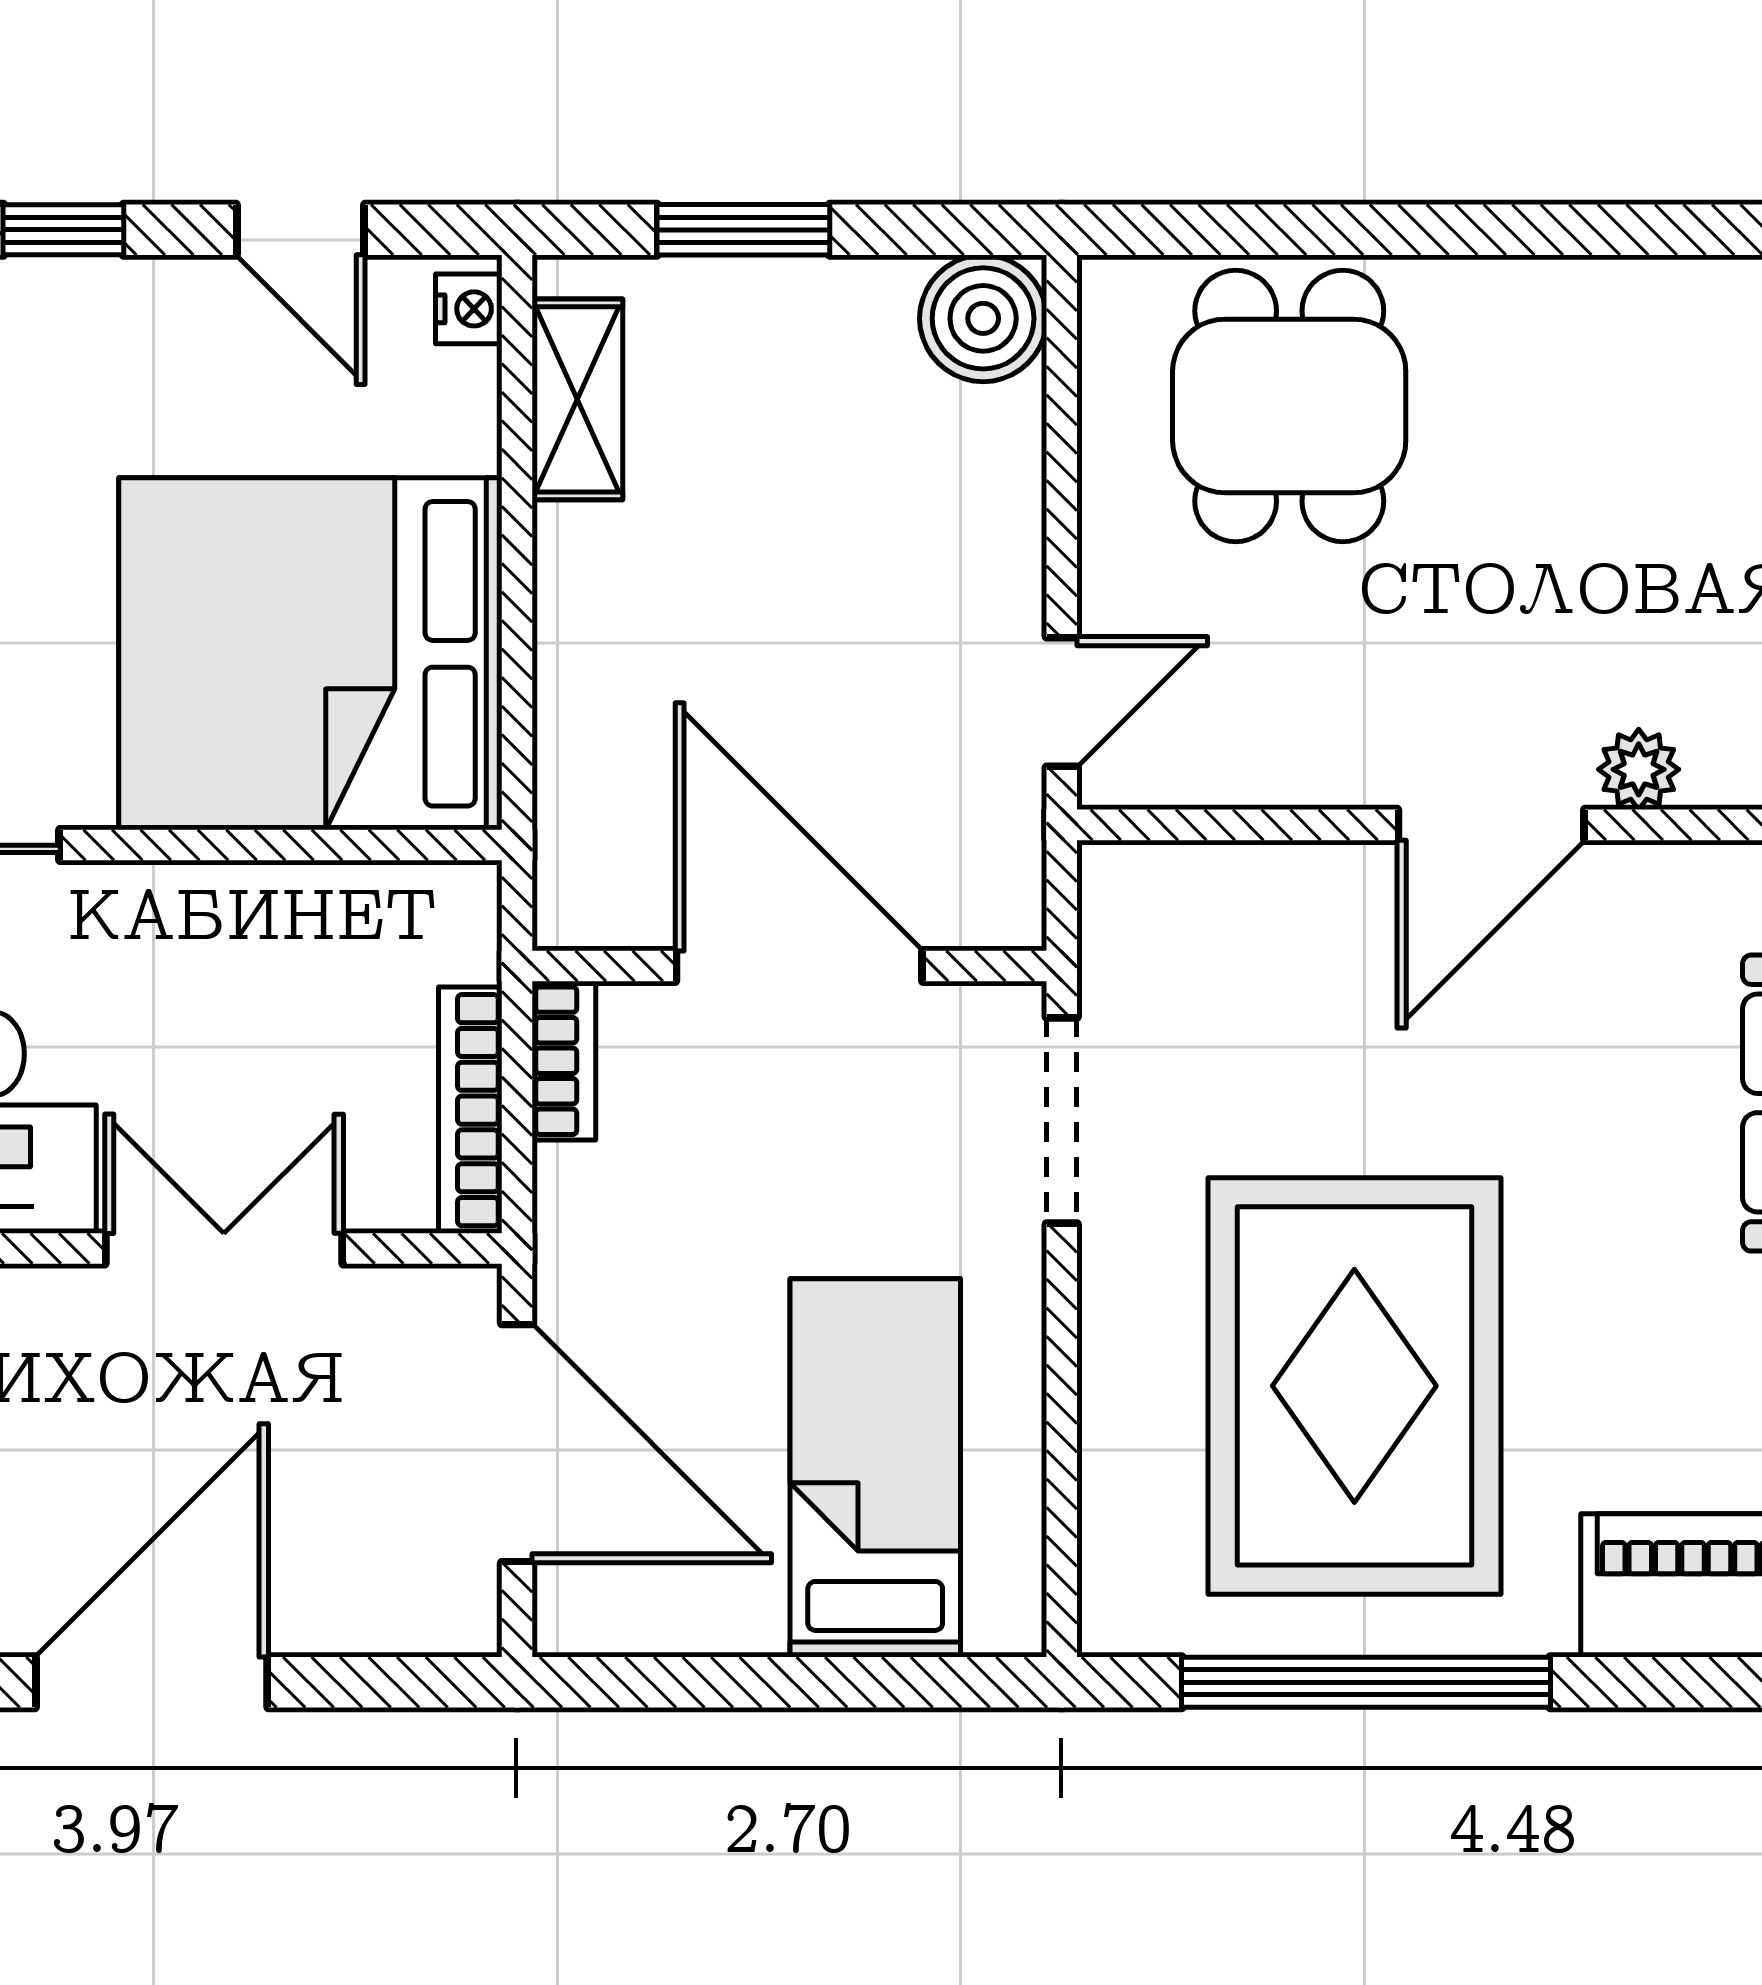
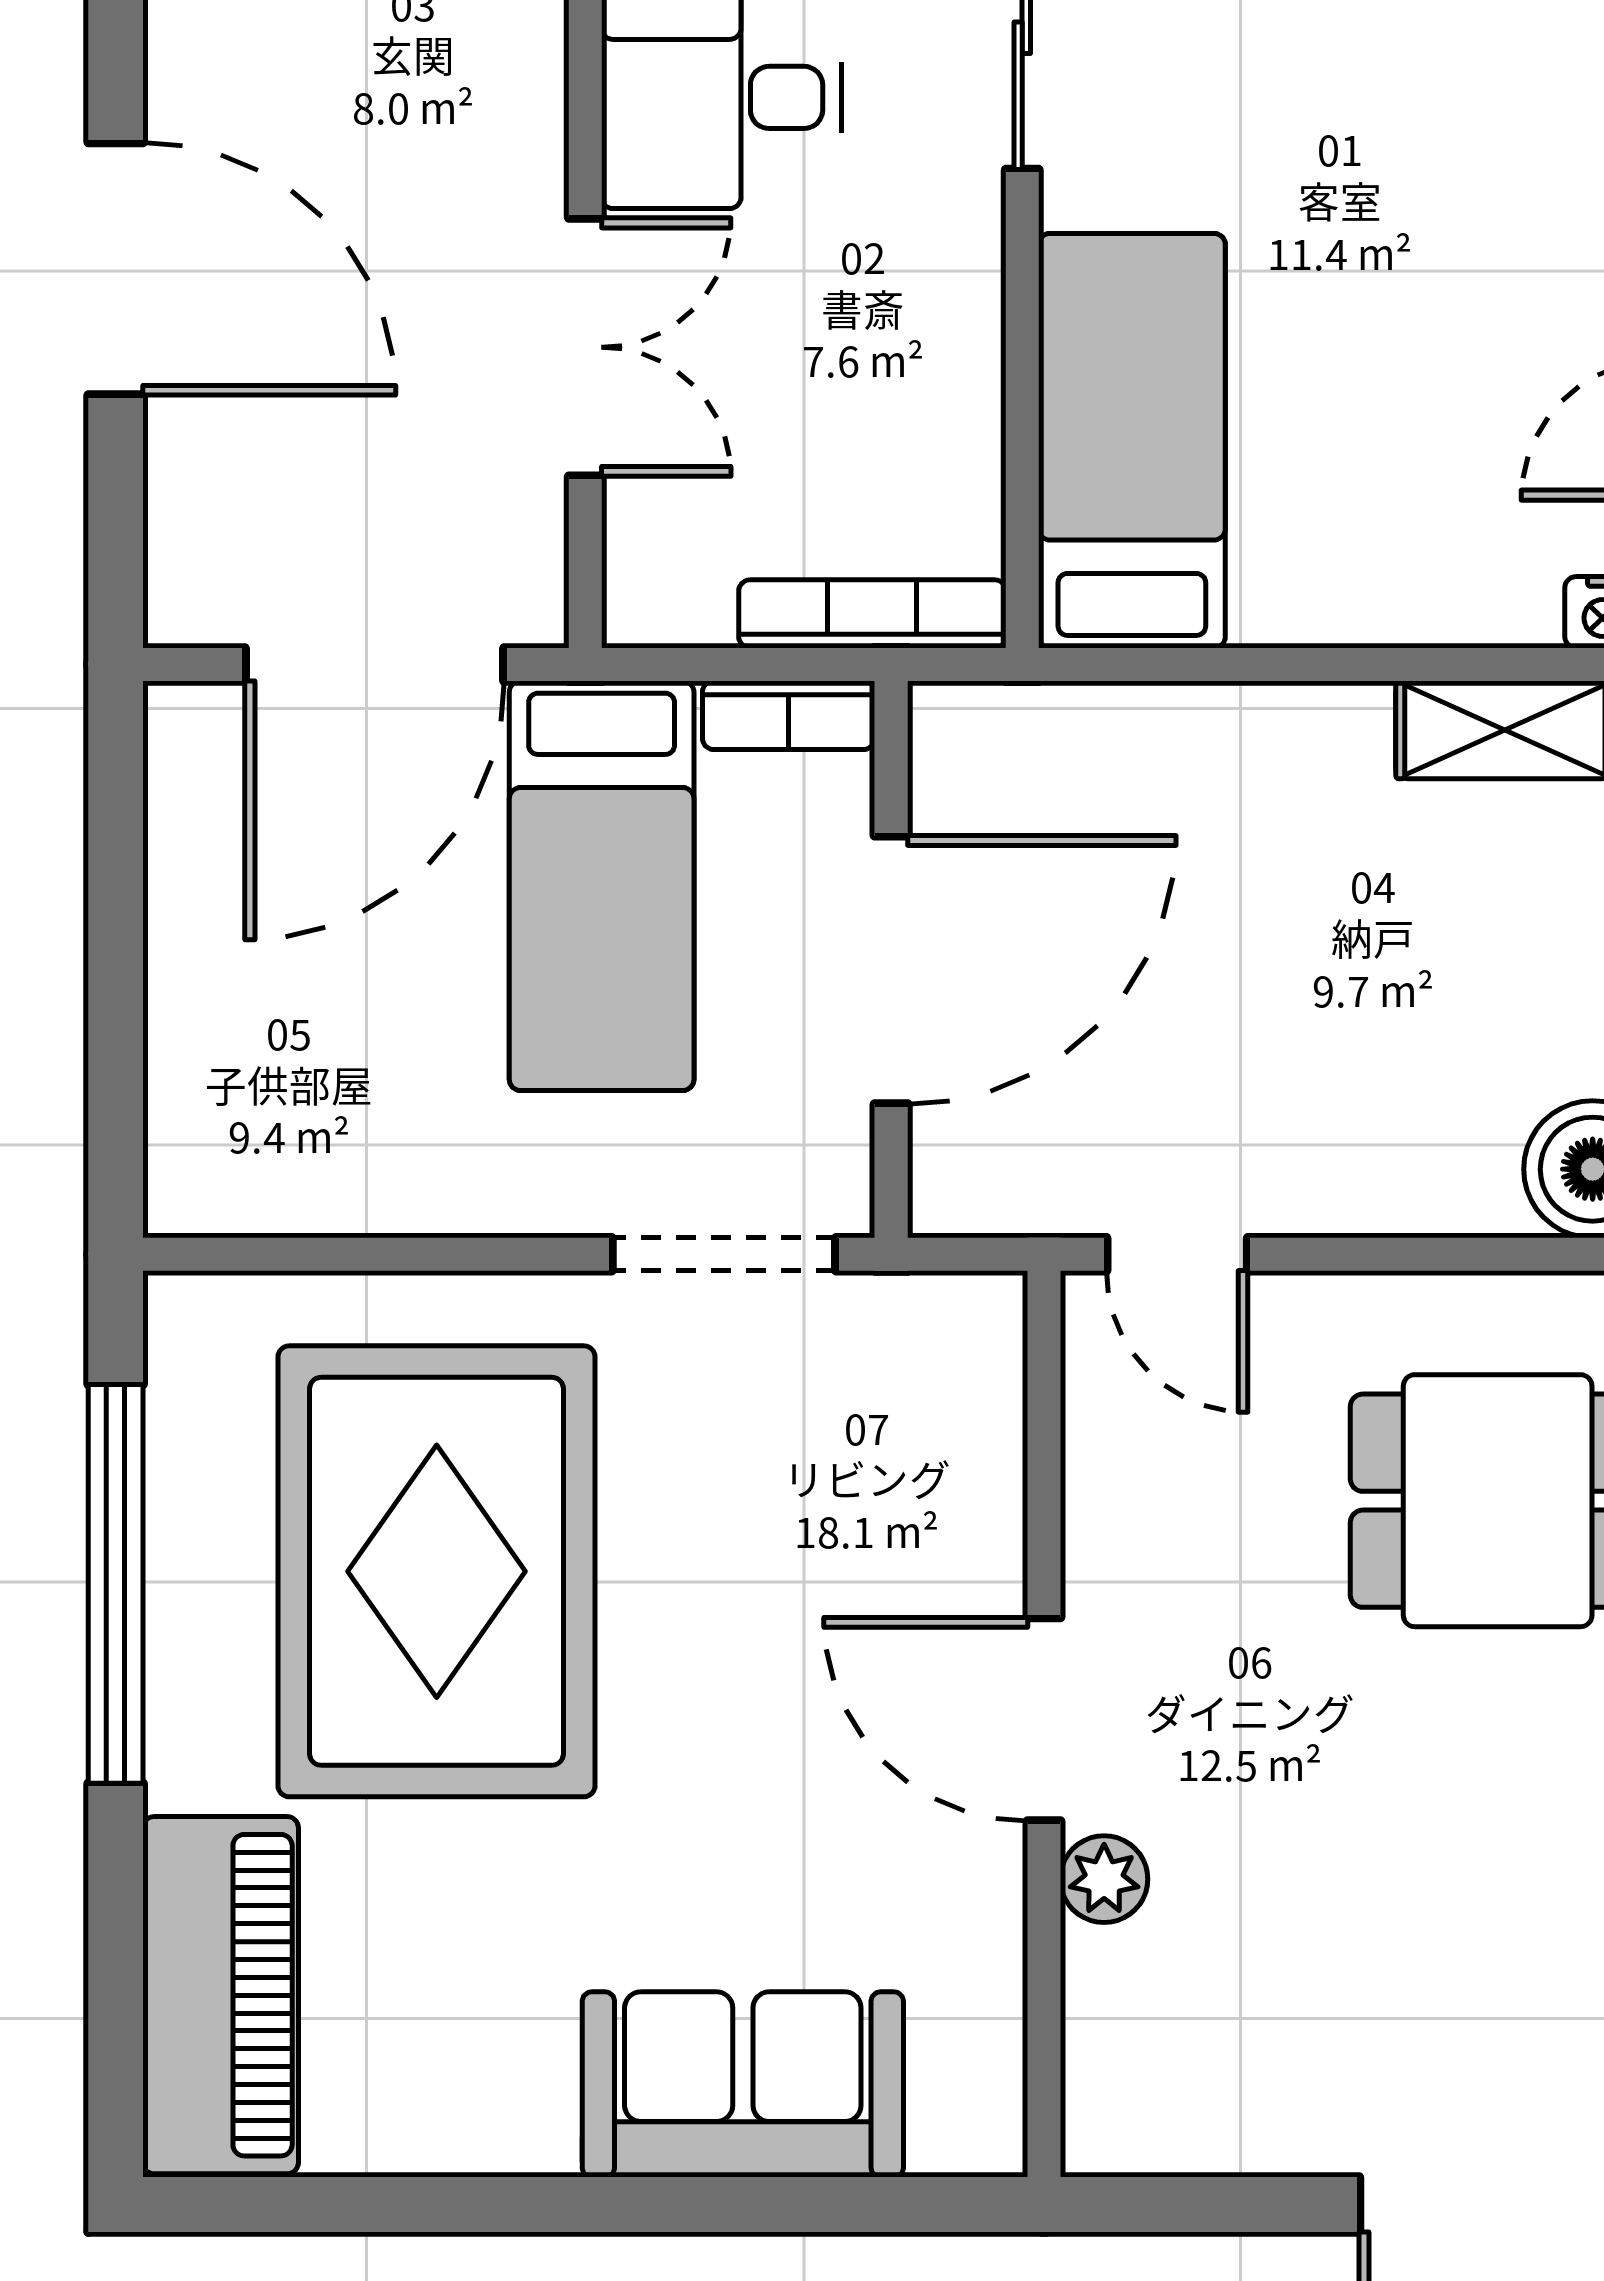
bed: (310, 654) -> (1132, 441), width x0.49
bookcase: (470, 1110) -> (872, 614), moved
rug: (1354, 1386) -> (437, 1571), turned 90
bed: (875, 1468) -> (602, 886), moved, turned 90

